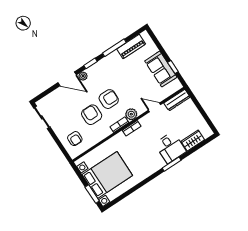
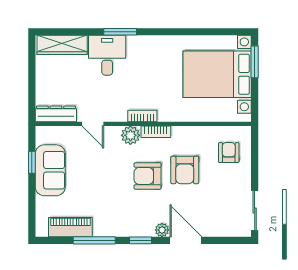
wardrobe: (193, 140) -> (62, 45), width x1.50

